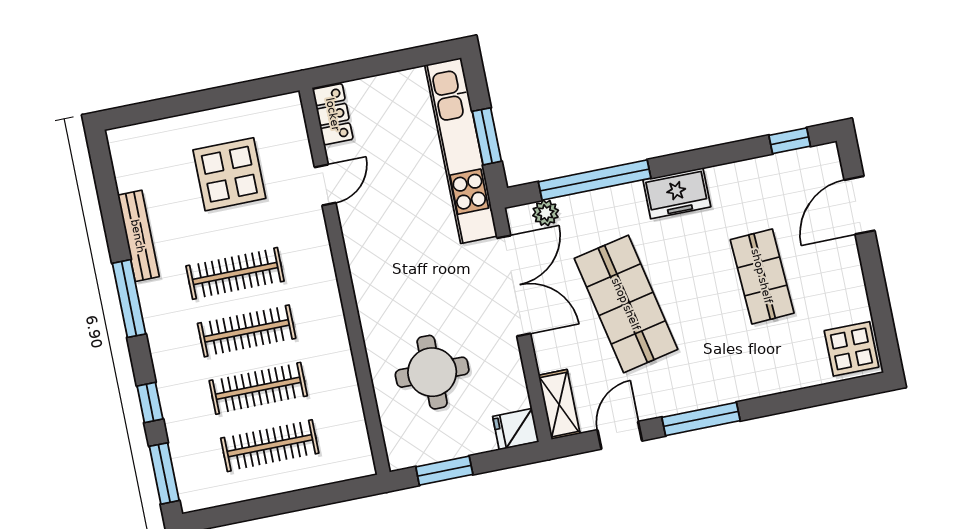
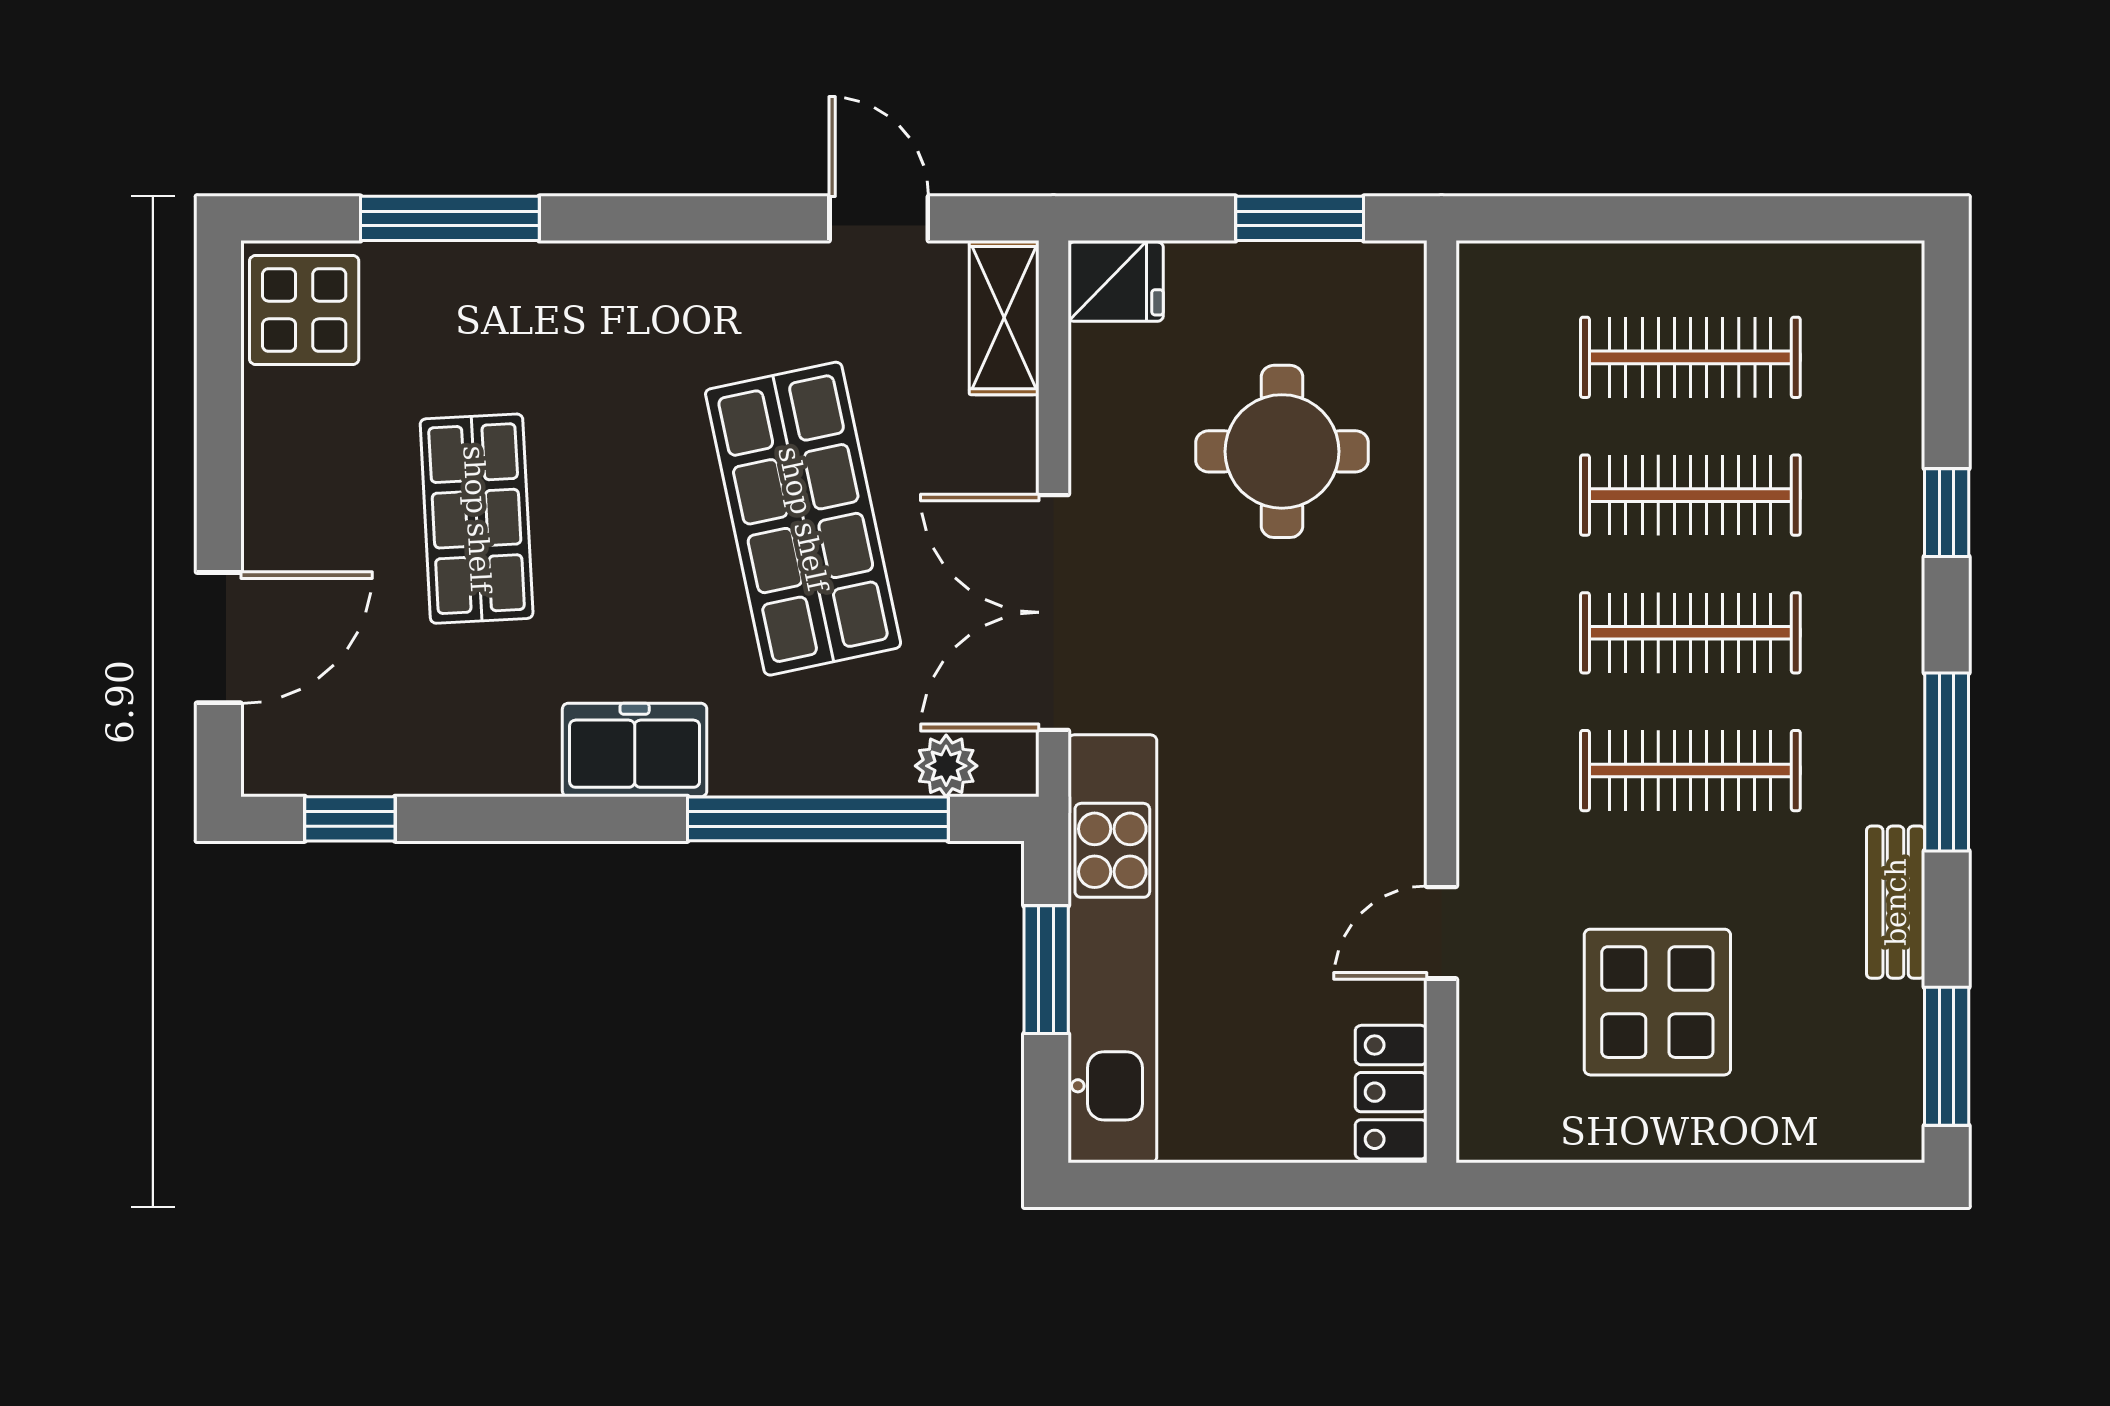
bench: (138, 236) -> (1896, 902), width x0.73
window: (701, 419) -> (450, 218), moved
door: (620, 435) -> (879, 218), swing flipped
window: (164, 473) -> (1947, 1056), moved

